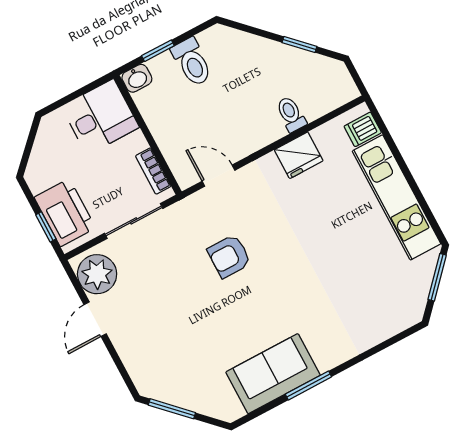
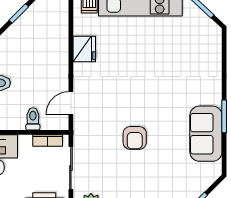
toilet: (291, 114) -> (33, 119), moved, turned 90
armchair: (229, 256) -> (135, 138), moved

